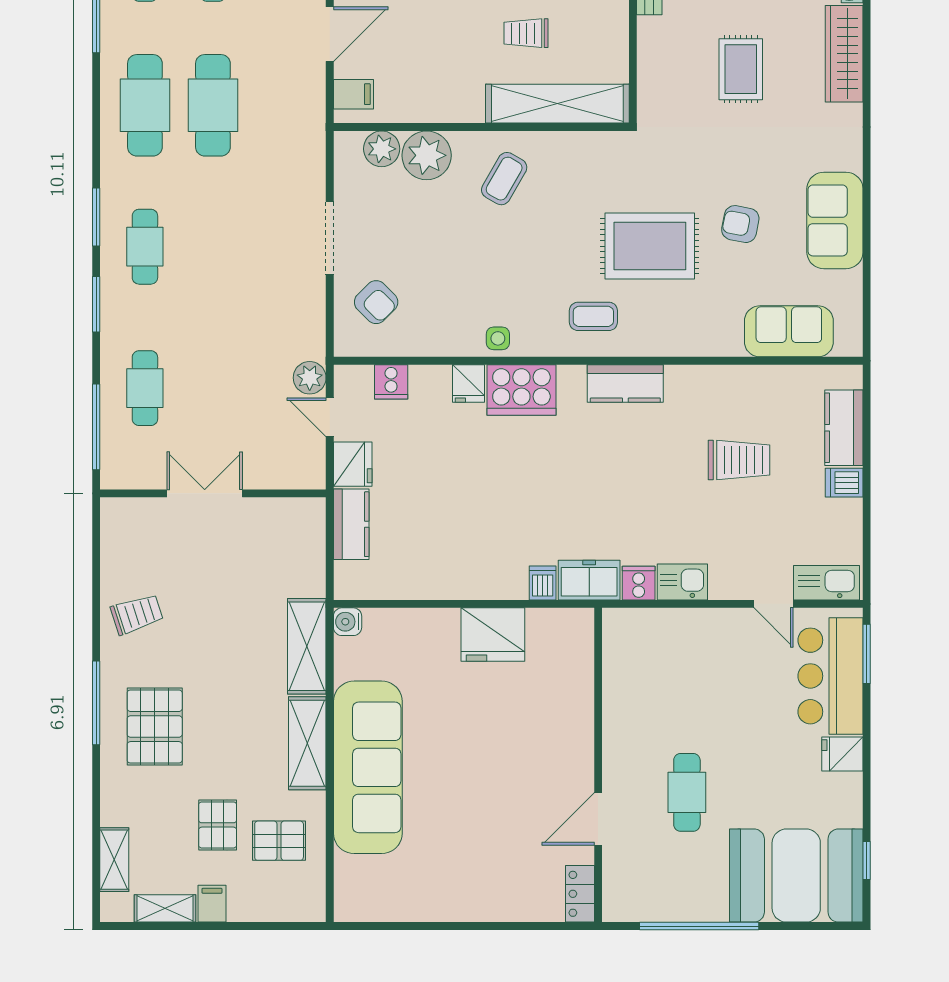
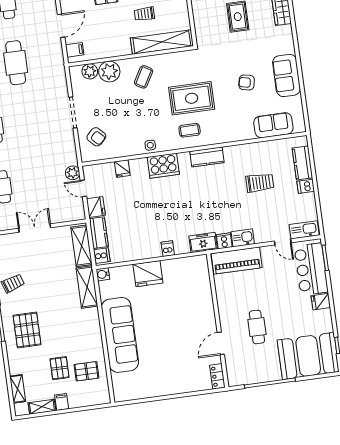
rug: (650, 246) -> (192, 98), moved
cooker: (391, 382) -> (102, 256), moved, turned -90
fridge: (469, 383) -> (122, 168), moved
dishwasher: (543, 583) -> (168, 249), moved
piano: (661, 632) -> (237, 261), added
fridge: (493, 635) -> (148, 274), moved
shelving: (307, 743) -> (82, 246), moved

